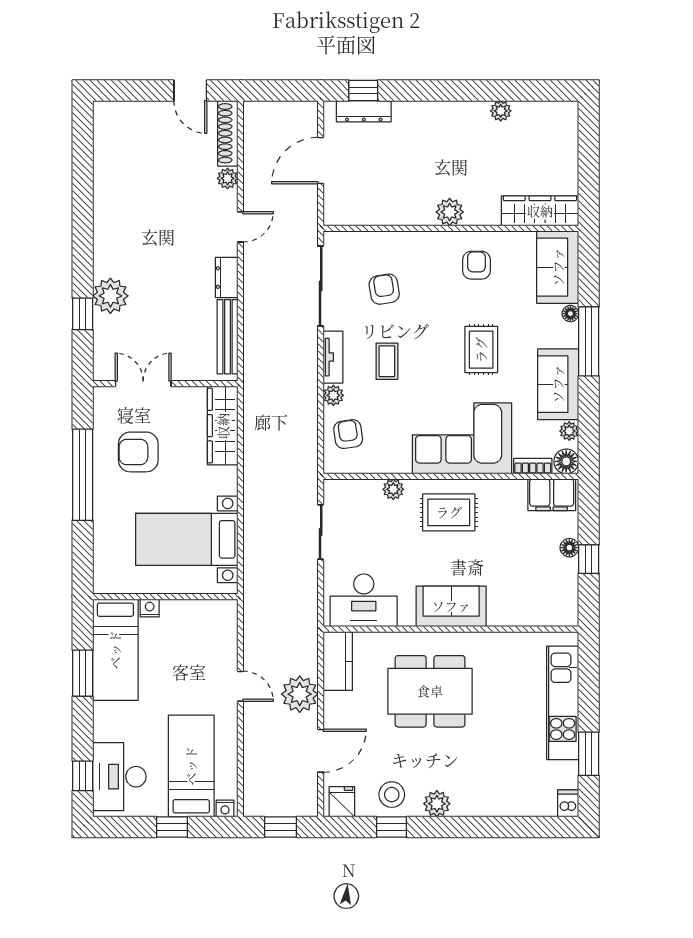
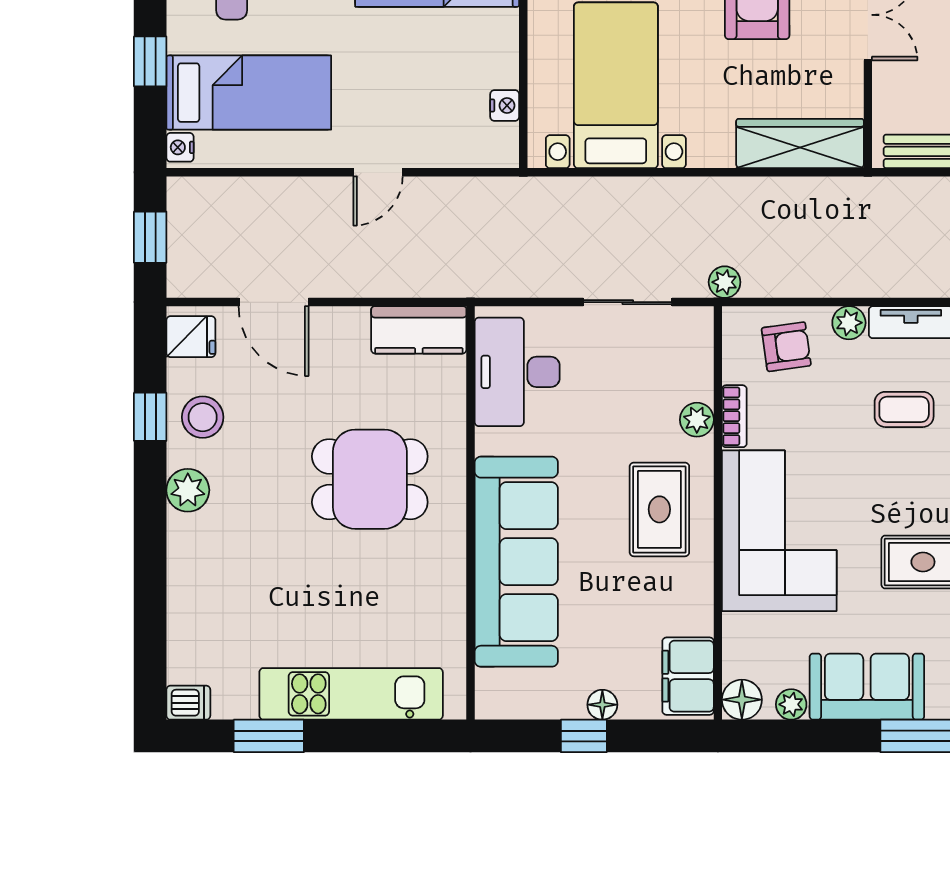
bookcase: (533, 466) -> (734, 416), moved
sofa: (451, 606) -> (516, 562), width x1.85, depth x1.27
nightstand: (150, 608) -> (505, 105), moved
dining table: (430, 691) -> (370, 479), width x0.73
plant: (300, 694) -> (725, 282), moved, width x0.53, depth x0.53

